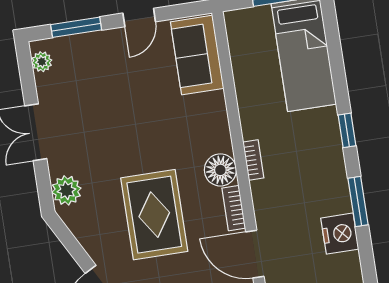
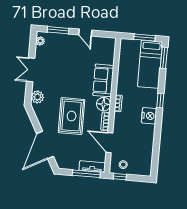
door: (139, 17) -> (85, 32), hinge flipped
sofa: (197, 55) -> (103, 80), moved
window: (358, 201) -> (164, 58), moved
nightstand: (340, 234) -> (149, 116), moved

